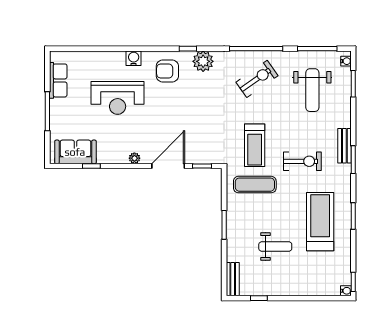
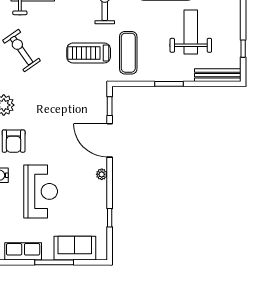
treadmill: (255, 145) -> (89, 53), turned 180
sofa: (75, 152) -> (75, 248), moved, turned 90
weight bench: (275, 246) -> (191, 32), width x1.36, depth x1.33
bench: (233, 279) -> (218, 75), width x1.36

